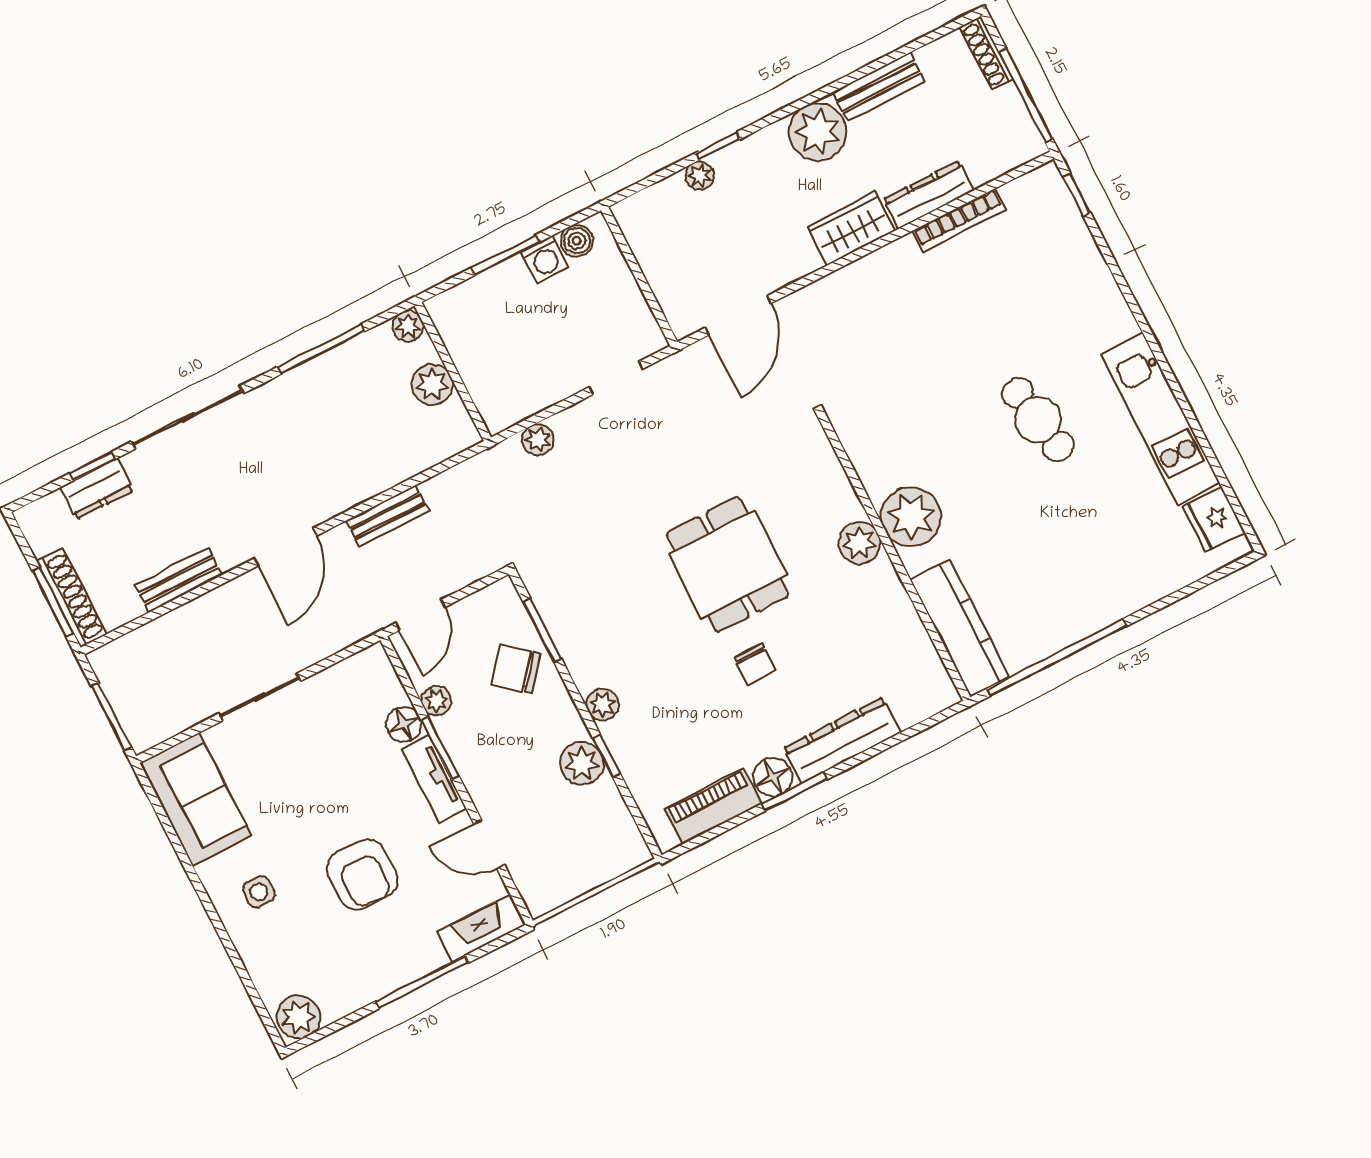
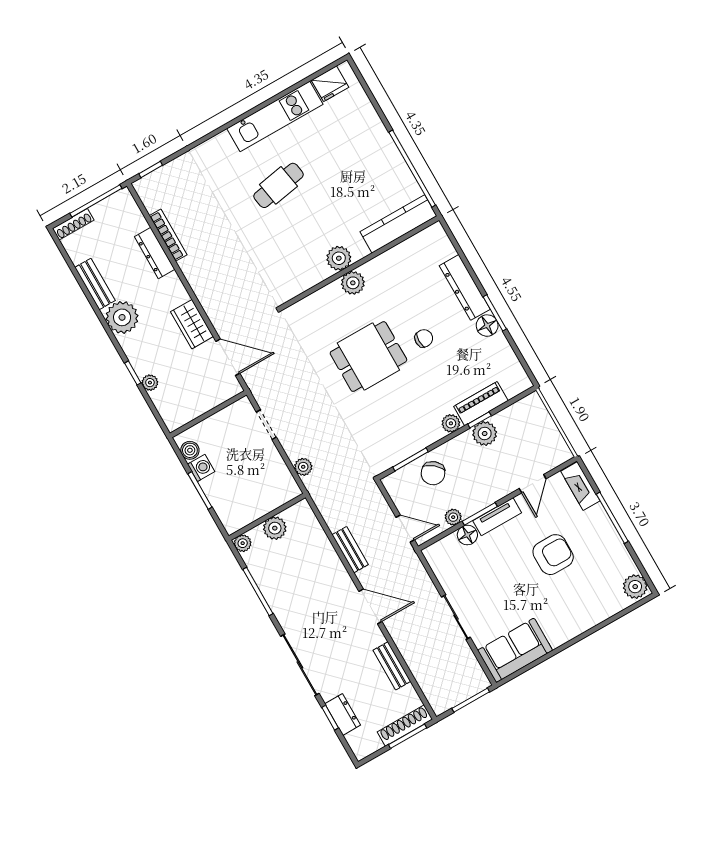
wardrobe: (851, 228) -> (192, 324), moved
plant: (911, 517) -> (339, 258), width x0.73, depth x0.73
piano: (713, 807) -> (481, 404), moved, turned 90
side table: (259, 892) -> (566, 612), removed

